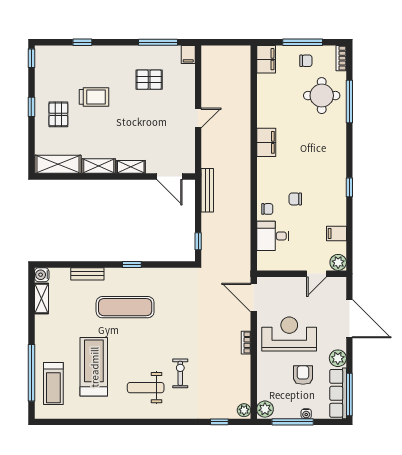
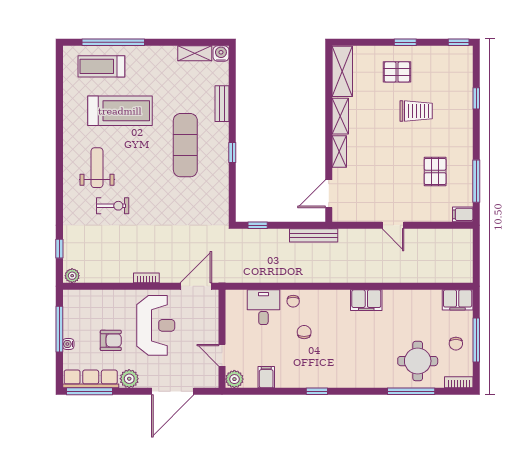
trolley: (94, 97) -> (416, 111), turned -90
plant: (265, 409) -> (73, 299), removed

